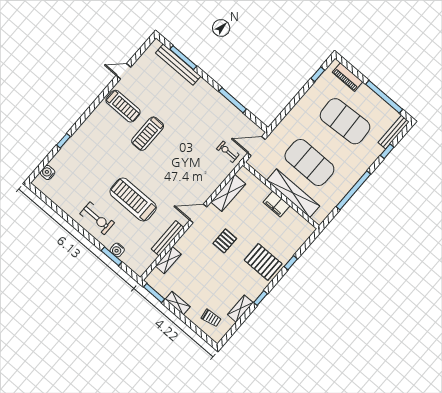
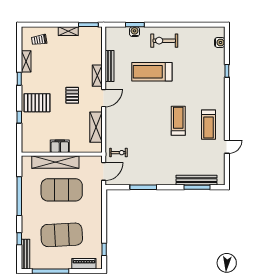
treadmill: (123, 106) -> (208, 125), turned -90
treadmill: (133, 200) -> (152, 72), turned 180
shelving: (168, 260) -> (97, 76), moved

